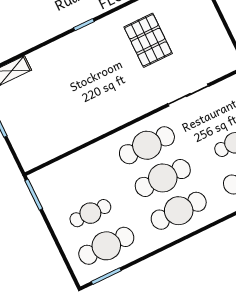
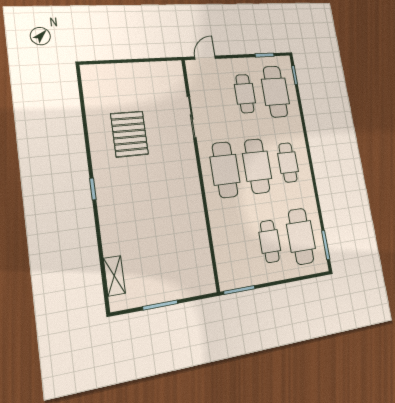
pallet: (148, 40) -> (129, 134), turned 90
cafe table: (179, 211) -> (288, 163), width x0.73, depth x0.74

